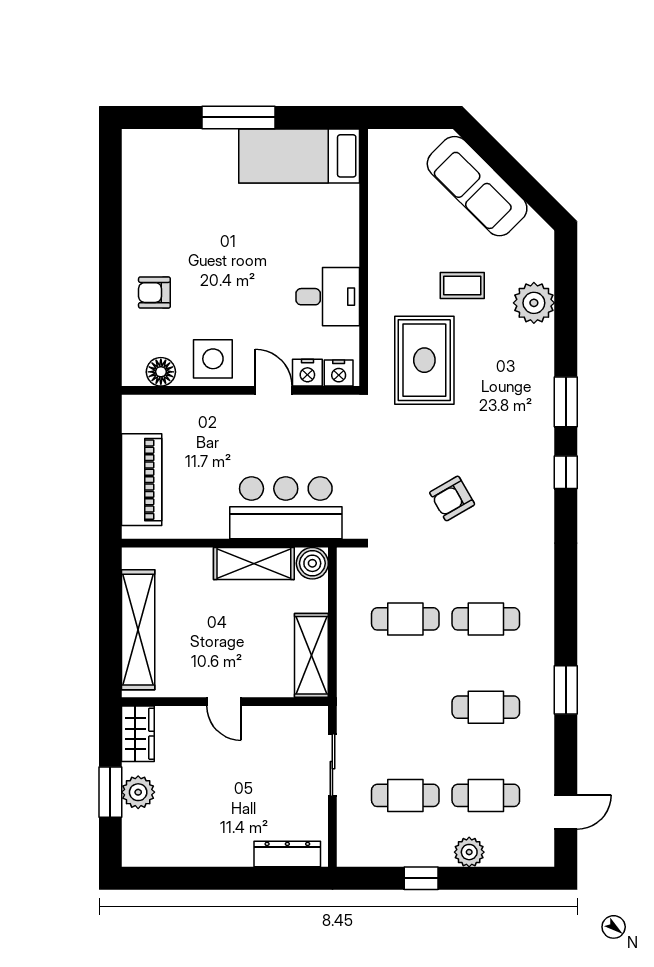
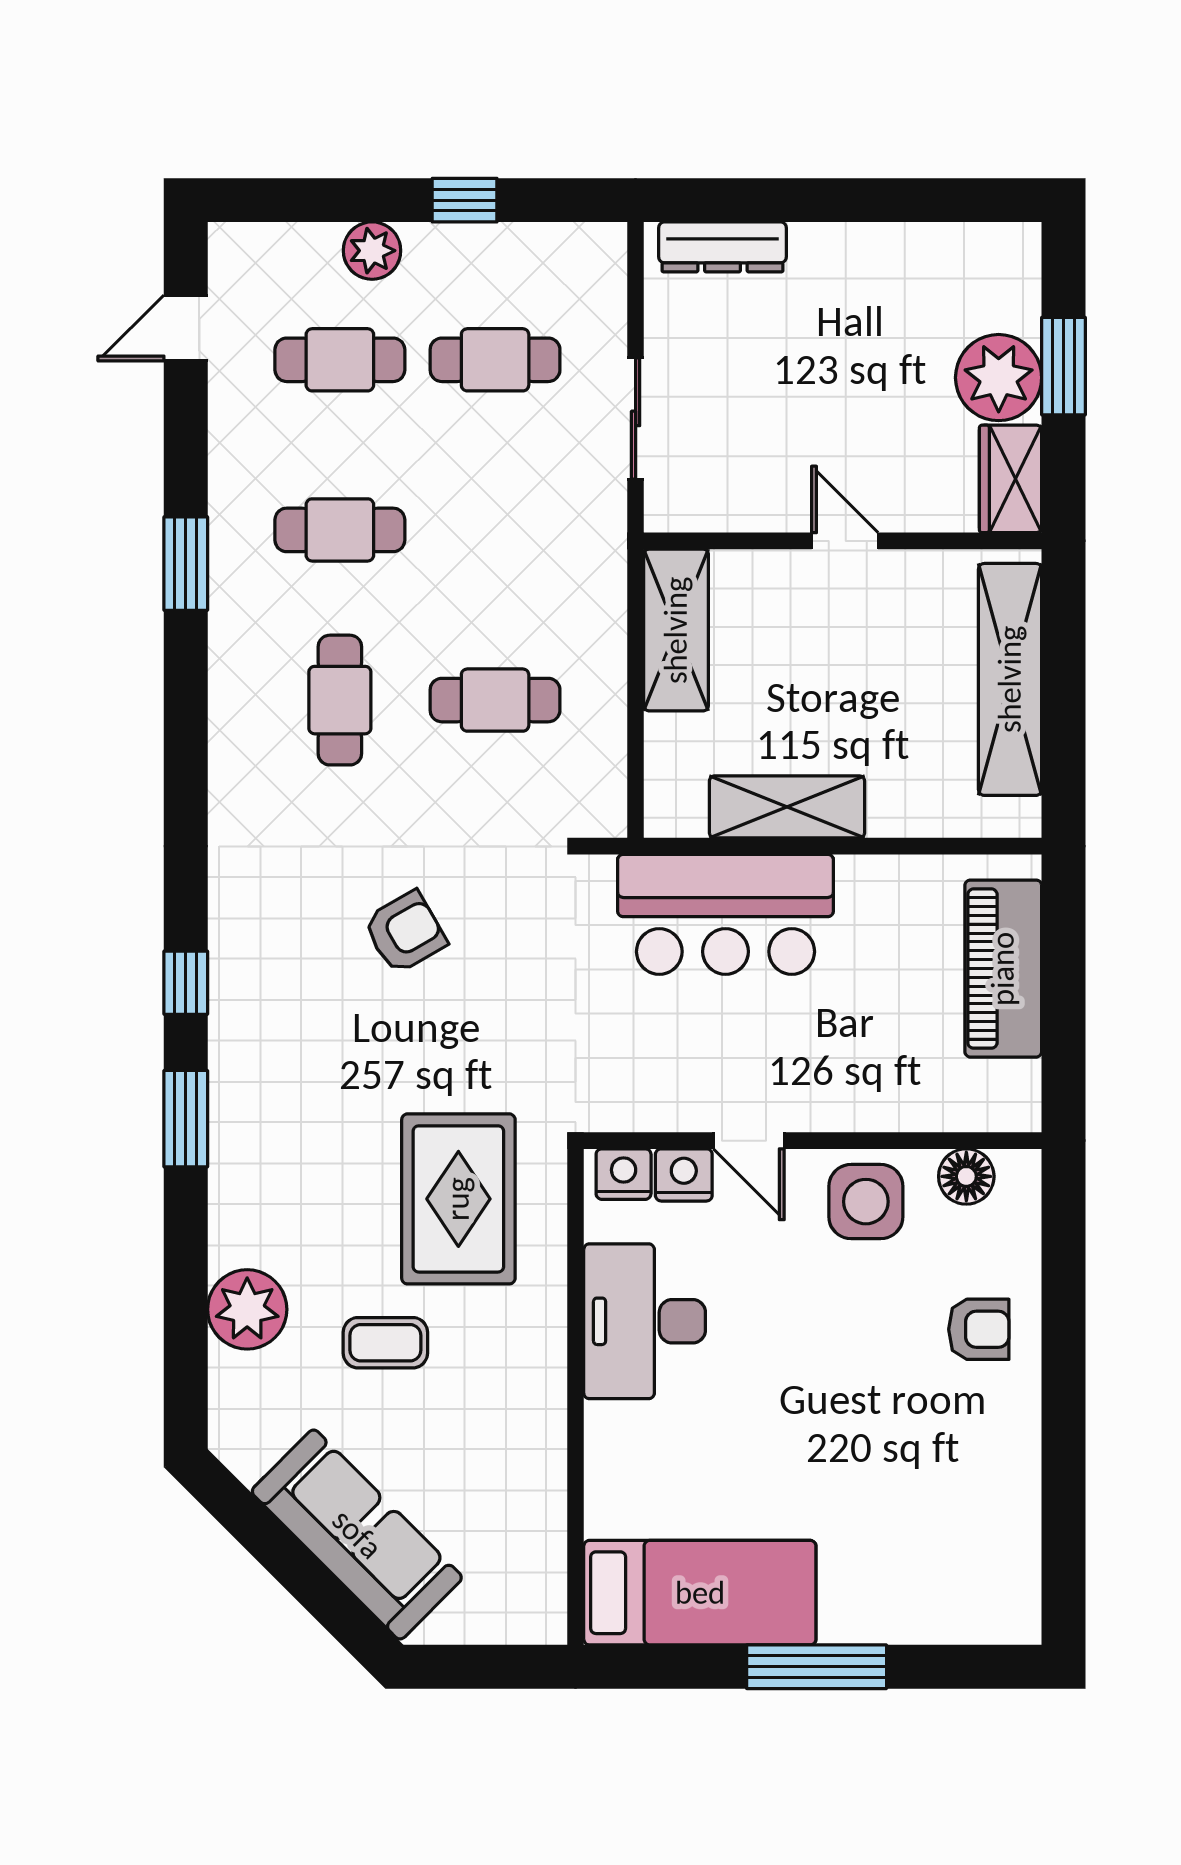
desk: (328, 297) -> (645, 1321), width x1.37
boiler: (312, 563) -> (674, 807), removed
cafe table: (486, 619) -> (340, 700), turned 90
plant: (138, 792) -> (999, 378), width x1.36, depth x1.36

